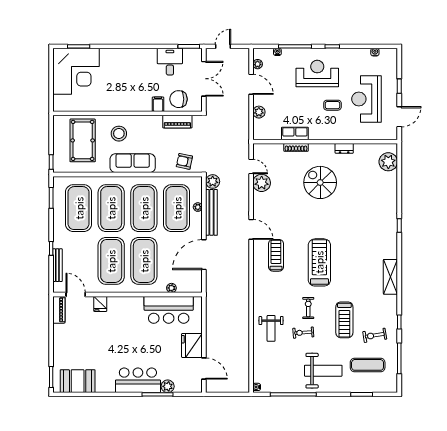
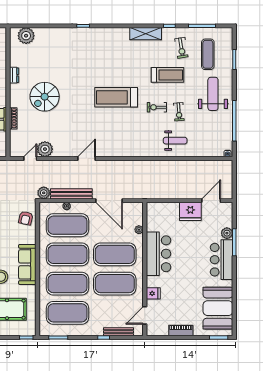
treadmill: (276, 255) -> (110, 136), removed
shelving: (390, 277) -> (146, 34), moved
piano: (59, 310) -> (181, 330), moved
bar counter: (169, 310) -> (159, 254), moved
booth: (78, 381) -> (218, 308), width x1.36, depth x1.42

